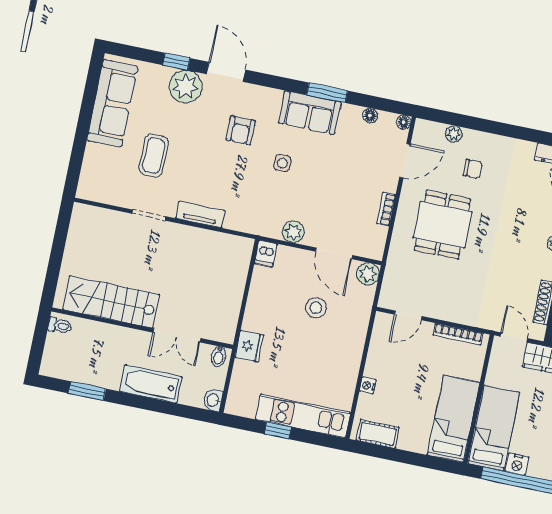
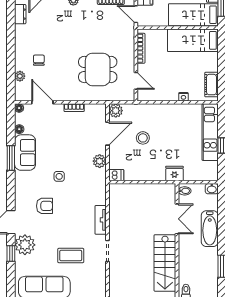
sofa: (310, 113) -> (25, 153), moved
dining table: (442, 225) -> (98, 69), moved
door: (514, 337) -> (136, 14), hinge flipped

